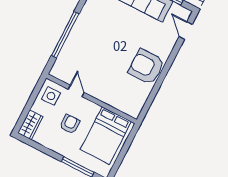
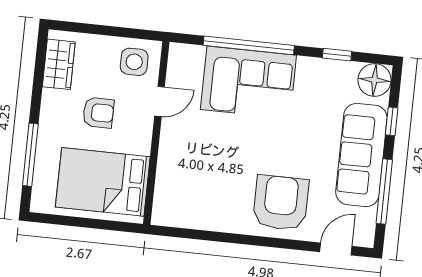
corner sofa: (84, 42) -> (248, 82), added
armchair: (146, 67) -> (281, 203), moved
wardrobe: (30, 125) -> (59, 64), moved, turned -90

